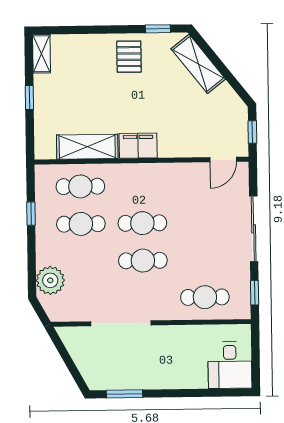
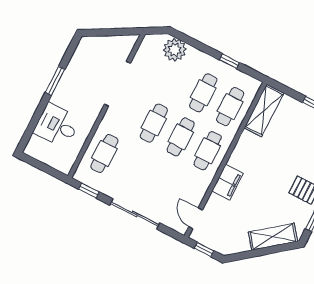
filing cabinet: (138, 146) -> (228, 182), moved
shelving: (87, 147) -> (264, 111), moved
cafe table: (142, 186) -> (208, 151), added
desk: (230, 365) -> (57, 126), moved
window: (125, 394) -> (55, 81), moved

